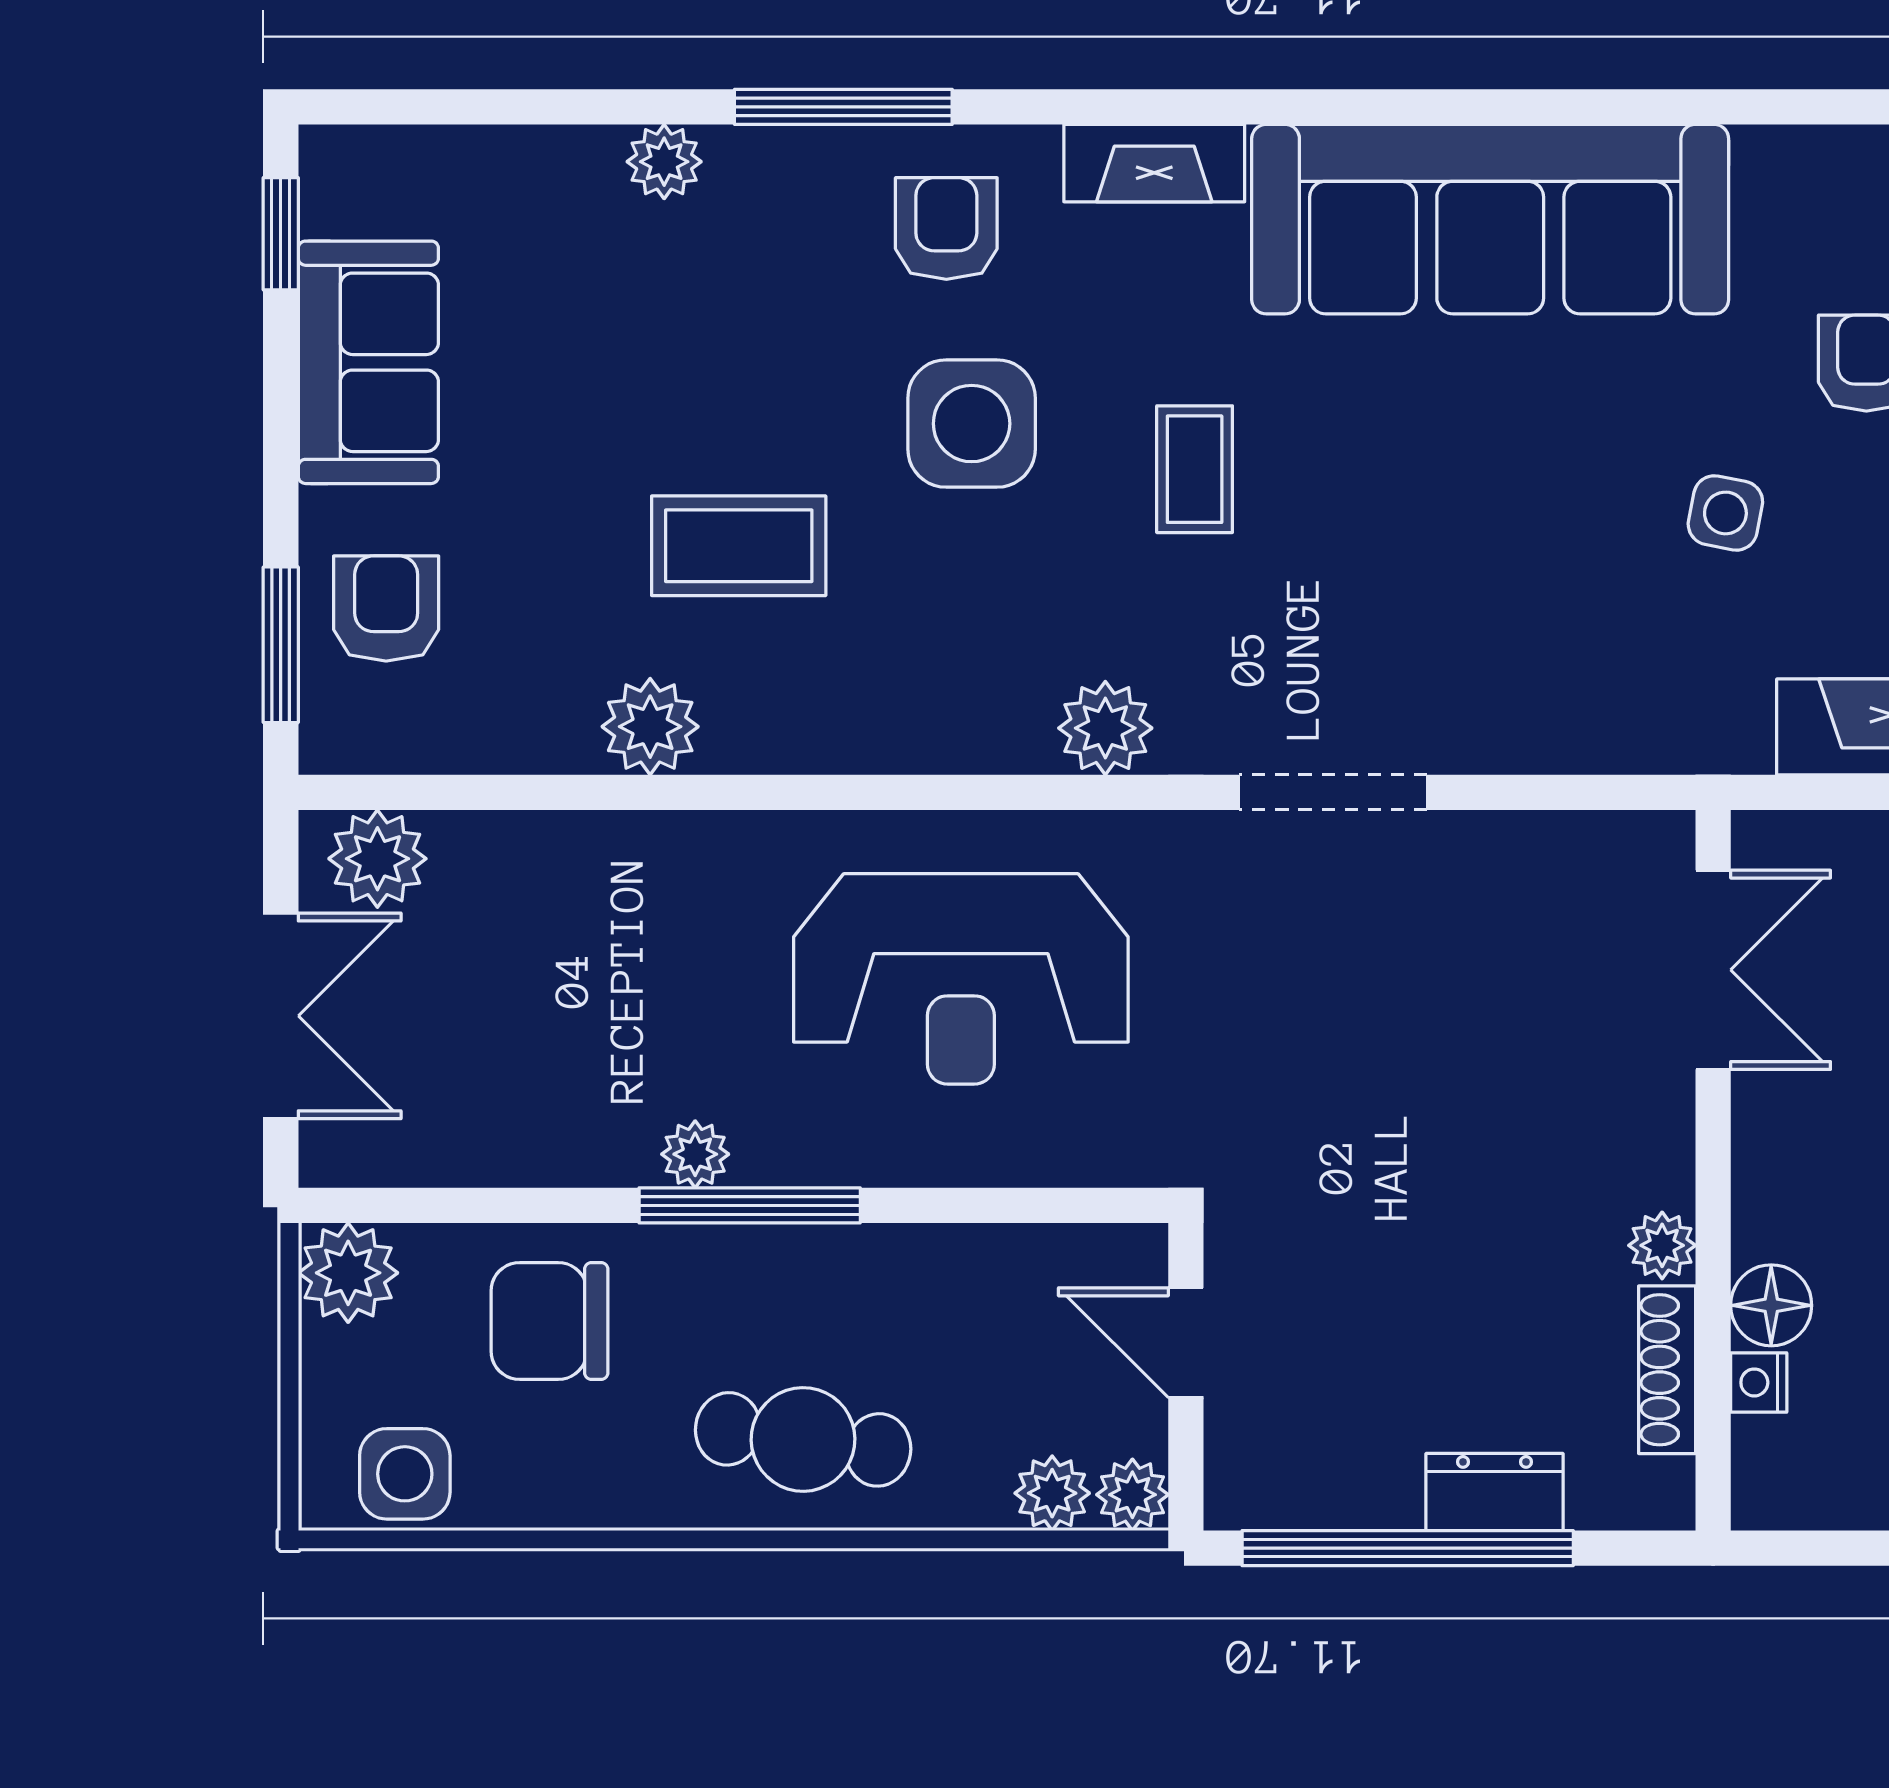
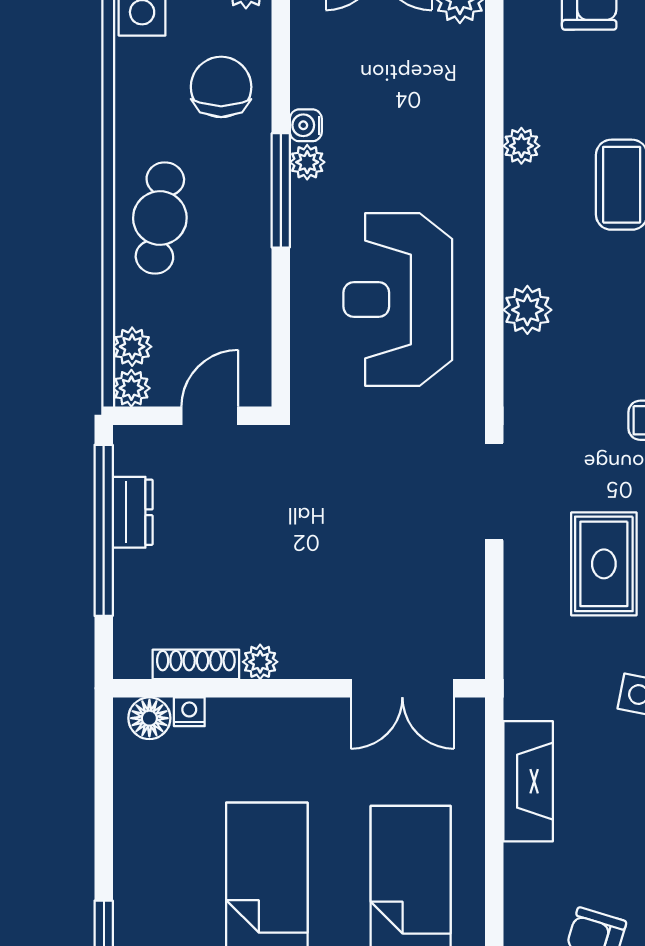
rug: (1473, 580) -> (604, 564), added
plant: (650, 727) -> (521, 146), width x0.73, depth x0.73
plant: (1105, 728) -> (527, 310), moved
water cooler: (624, 1157) -> (306, 125), added
floor lamp: (1771, 1305) -> (149, 718), moved
dresser: (1495, 1492) -> (133, 512), moved

